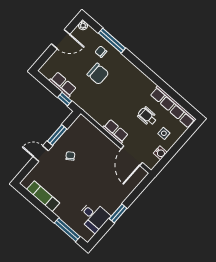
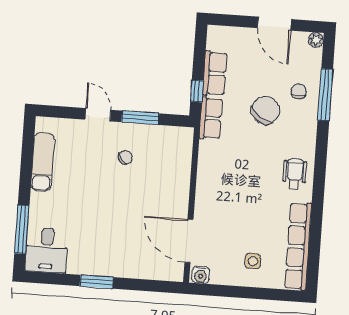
chair: (98, 74) -> (266, 110), turned -146
wheelchair: (147, 116) -> (295, 174), moved
row of seats: (115, 131) -> (211, 118), moved
water cooler: (160, 153) -> (201, 275), moved
door: (132, 156) -> (189, 241), hinge flipped
desk: (94, 217) -> (47, 250), moved

